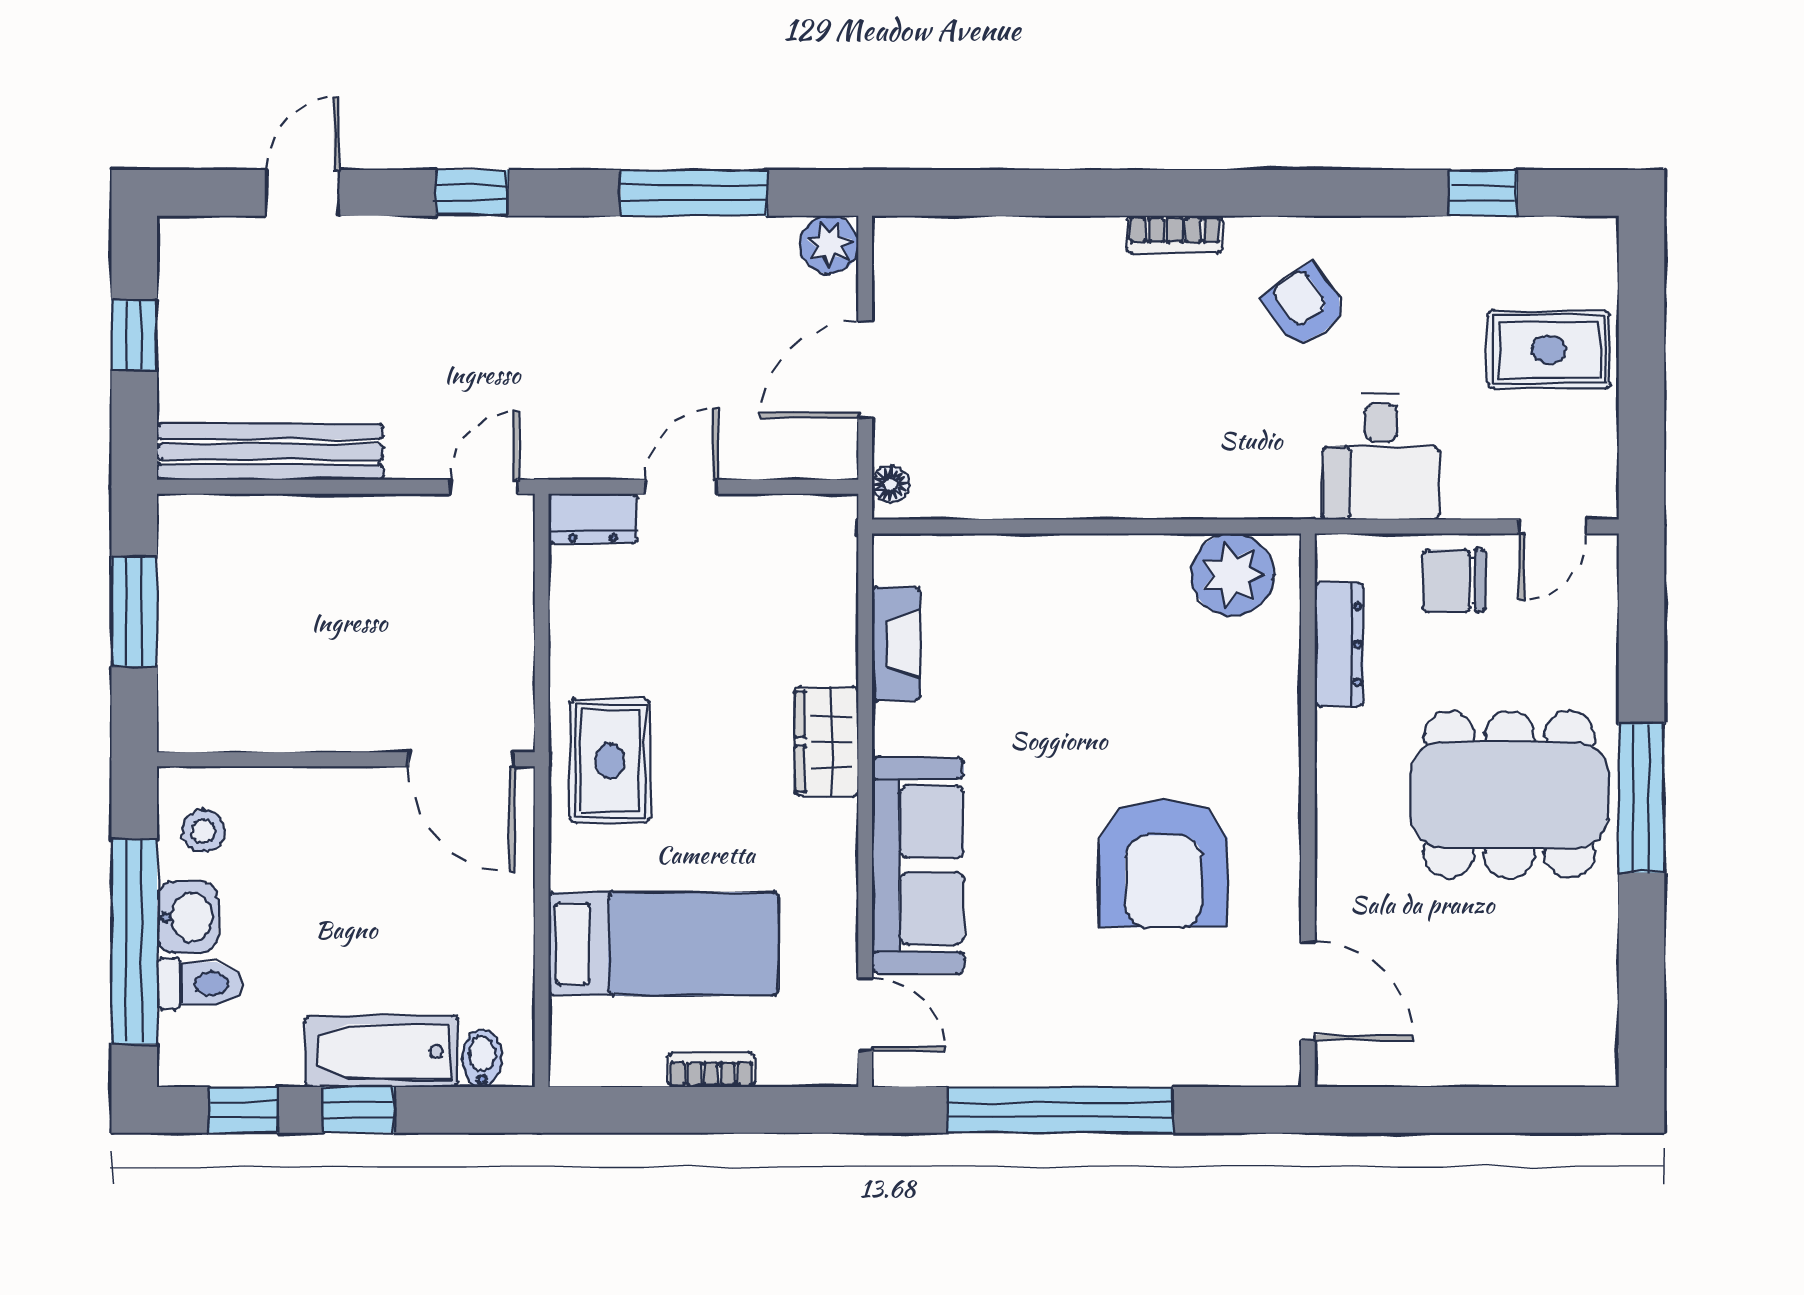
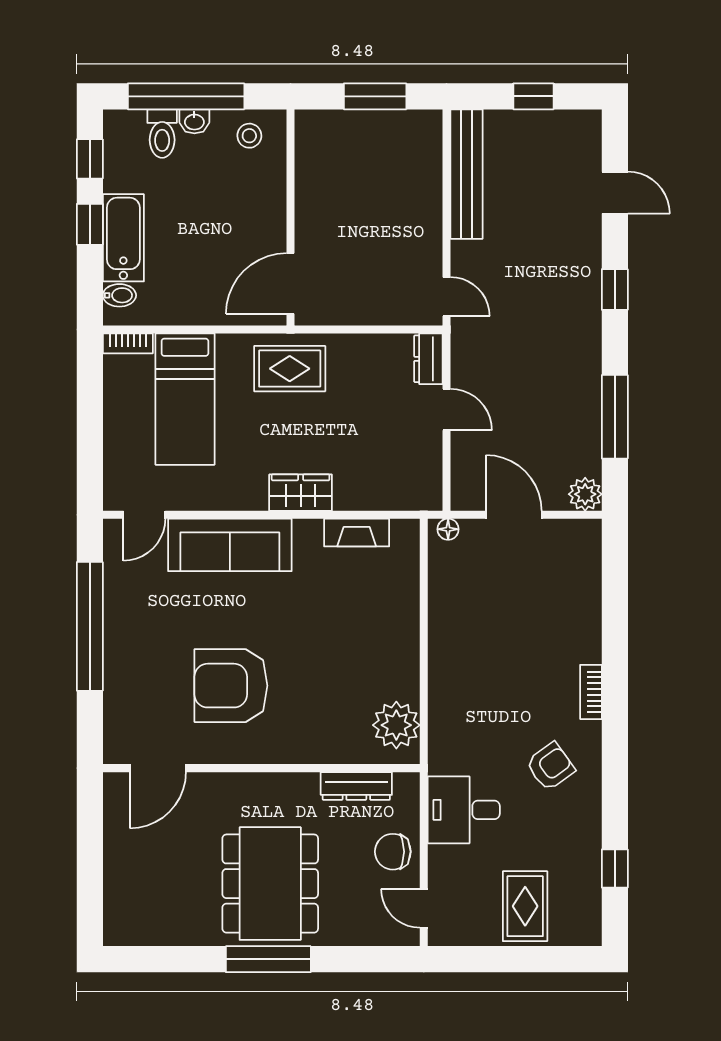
chair: (1454, 581) -> (393, 852), turned -90
washbasin: (187, 917) -> (194, 121), width x0.72, depth x0.69
bookcase: (711, 1070) -> (128, 343), moved, turned 90

